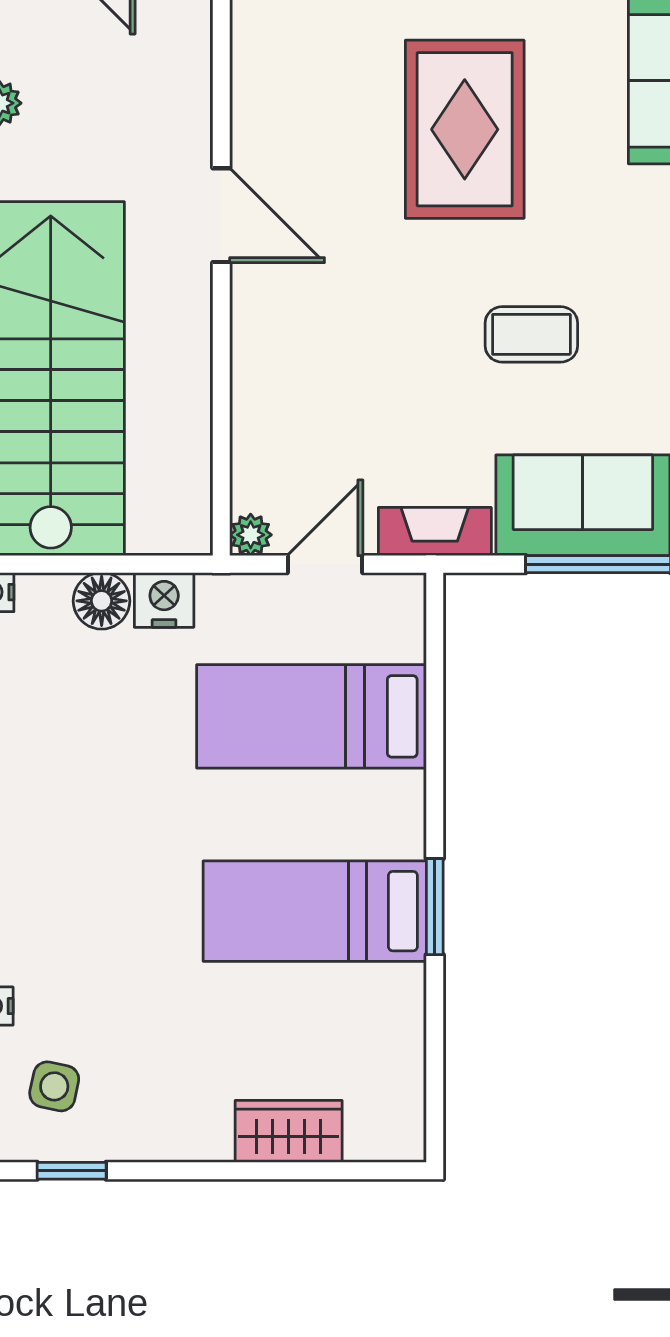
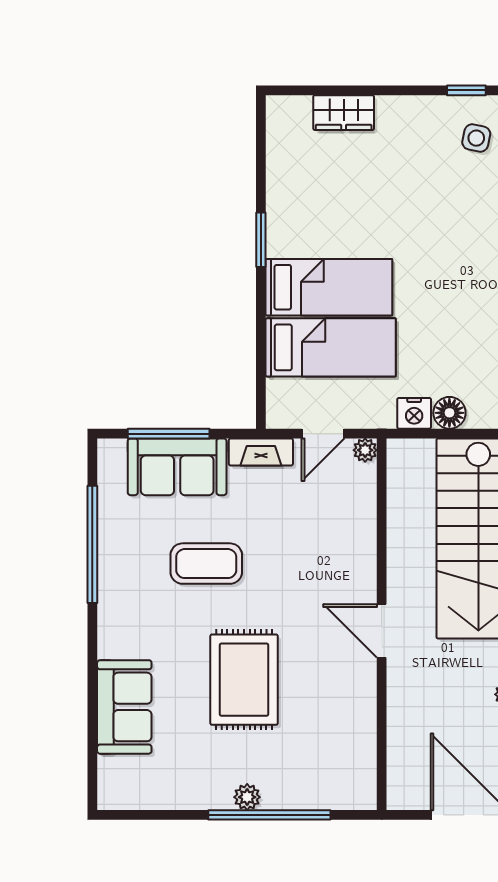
coffee table: (531, 334) -> (206, 564), width x1.36, depth x1.30
bed: (315, 911) -> (329, 287), moved

